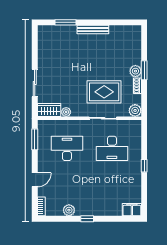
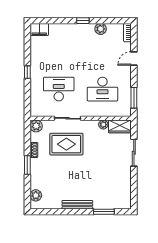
plant: (135, 71) -> (36, 195), moved

